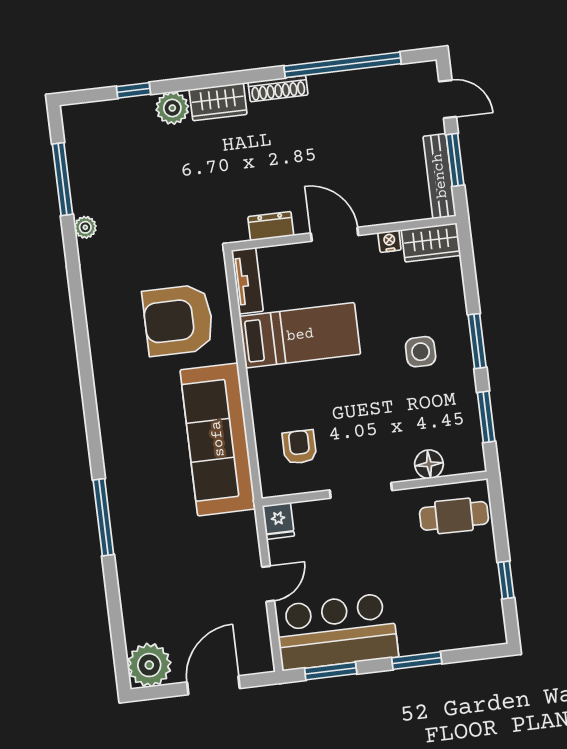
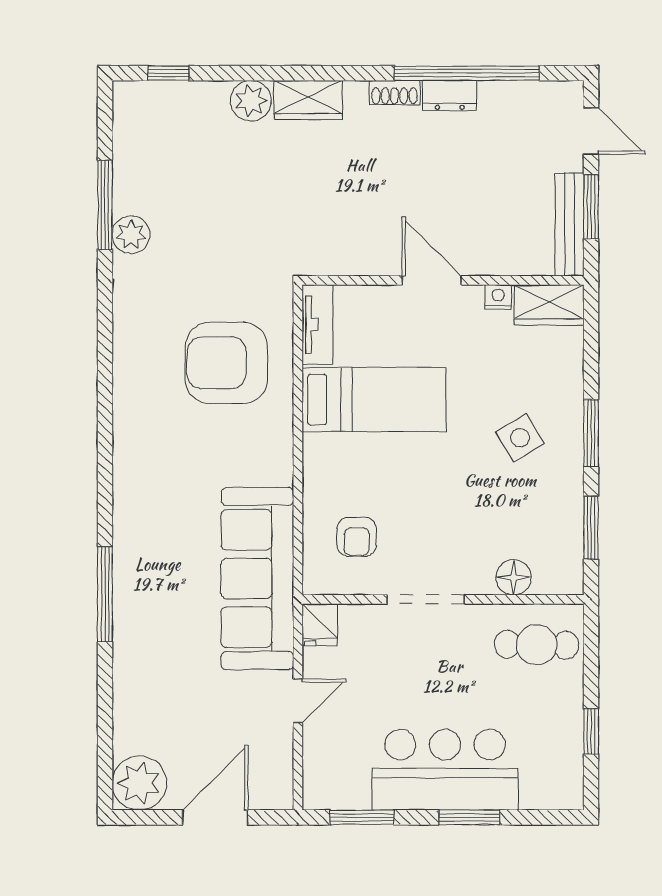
shoe rack: (278, 89) -> (395, 93), width x0.70
window: (133, 90) -> (169, 73), moved
window: (62, 179) -> (105, 205), moved
dresser: (271, 226) -> (450, 96), moved, turned 180
plant: (85, 227) -> (131, 235), width x1.38, depth x1.38
side table: (421, 352) -> (520, 438), turned -31
sofa: (218, 439) -> (257, 579), moved
armchair: (299, 447) -> (357, 537), turned 180
bar counter: (337, 632) -> (445, 770), moved

